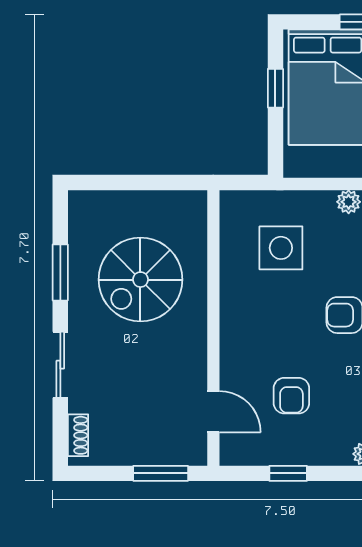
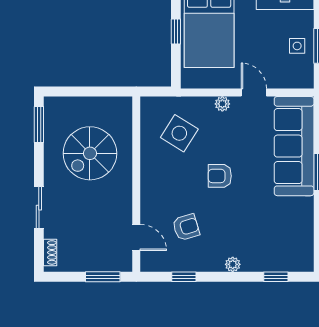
side table: (281, 248) -> (179, 133), turned 32
window: (60, 272) -> (39, 124), moved
armchair: (291, 396) -> (186, 227), turned -107

